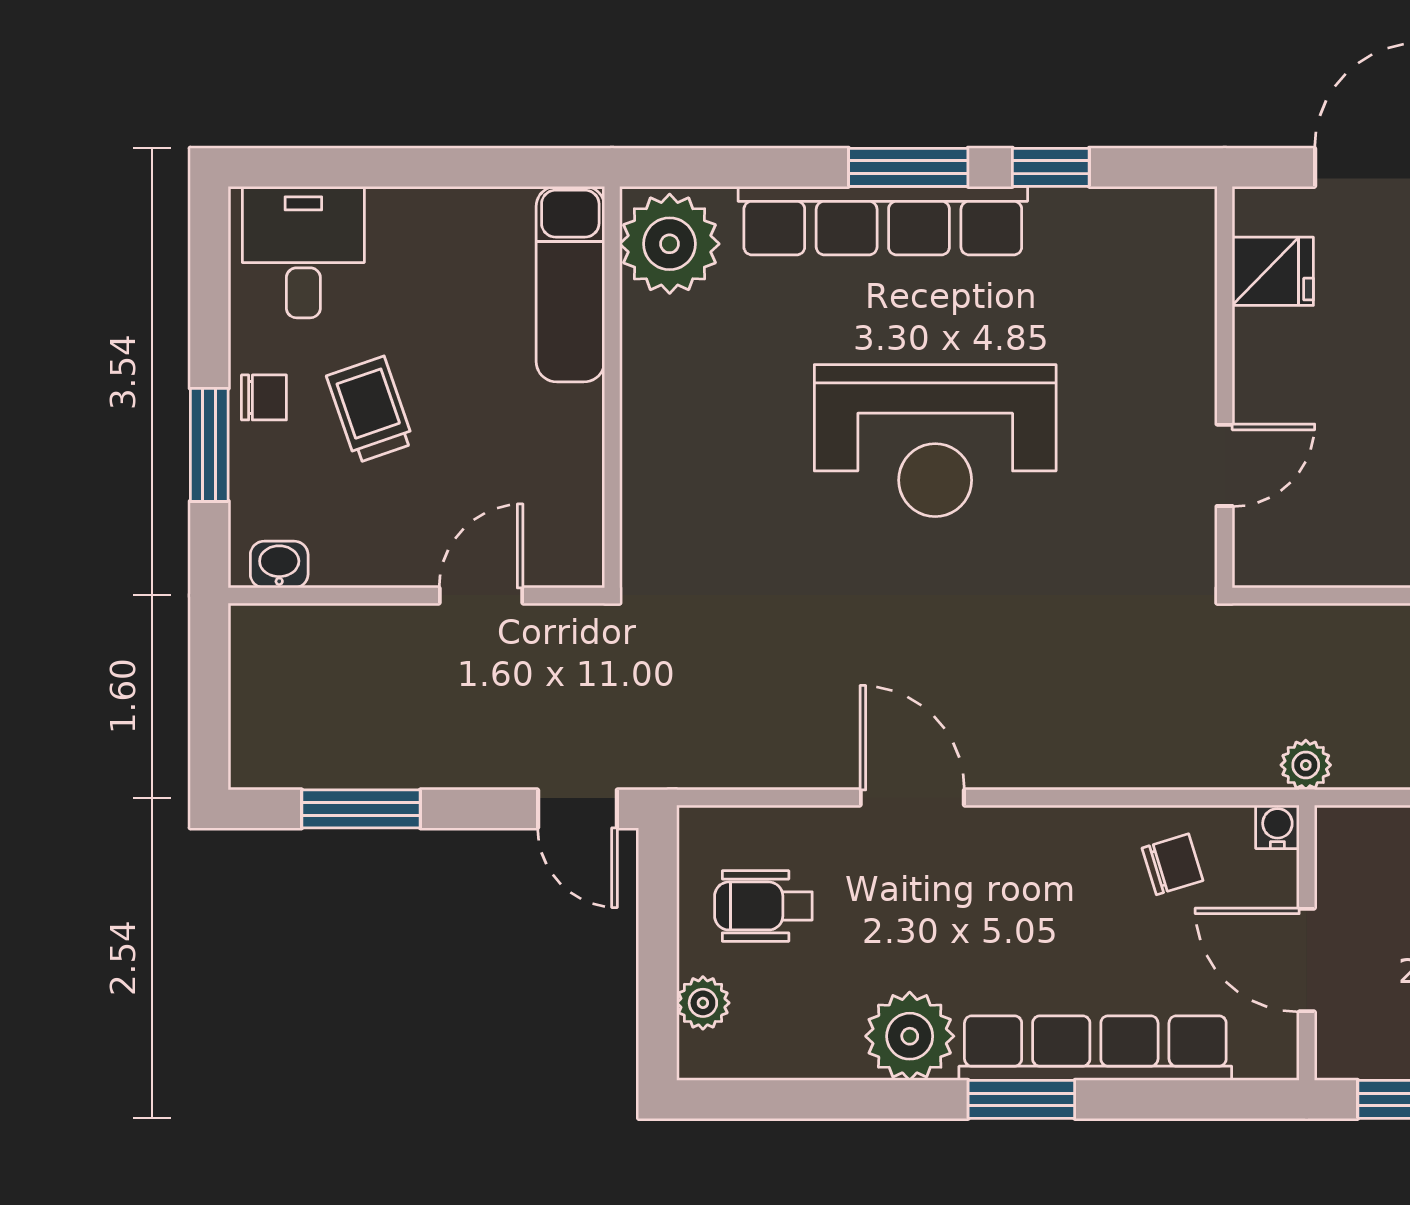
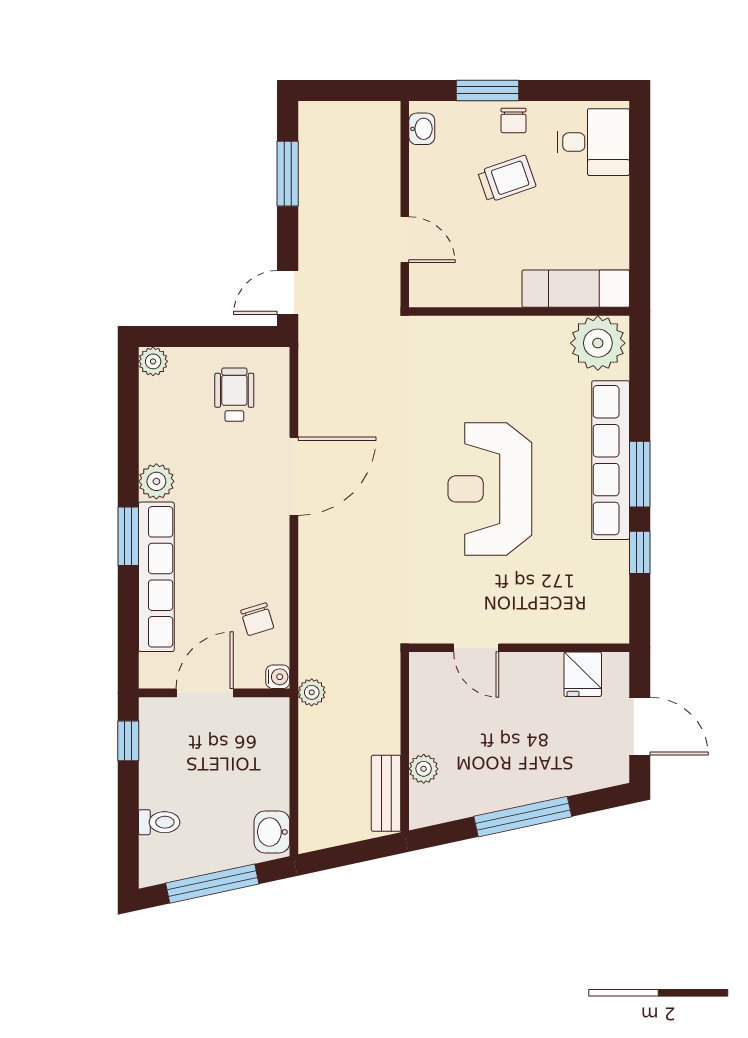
door: (912, 798) -> (294, 476), width x1.36
plant: (703, 1003) -> (153, 361), moved
plant: (910, 1036) -> (156, 481), width x0.73, depth x0.73

